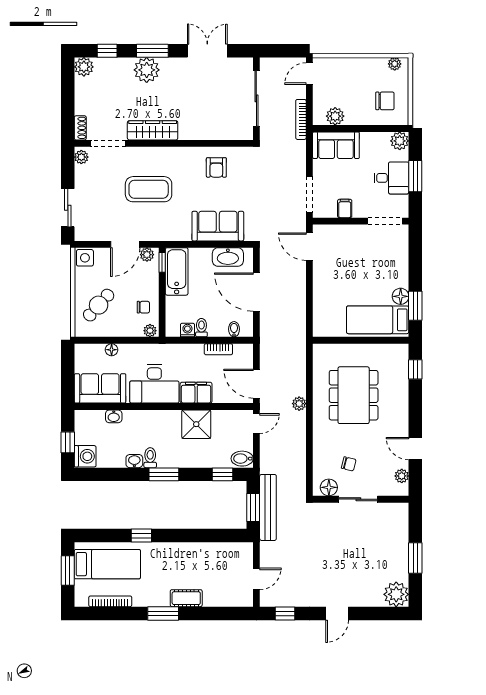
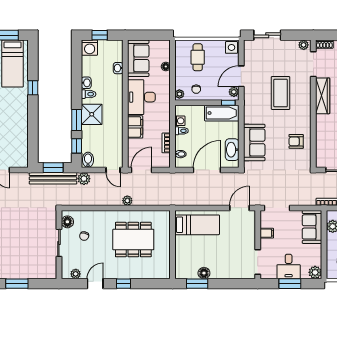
door: (125, 244) -> (241, 76), hinge flipped
cafe table: (99, 305) -> (198, 57), turned 48
bed: (378, 320) -> (197, 225), moved, turned 90
window: (415, 369) -> (123, 284), moved
shower: (196, 424) -> (92, 114), moved
plant: (269, 464) -> (84, 179), added
window: (164, 474) -> (77, 120), moved

